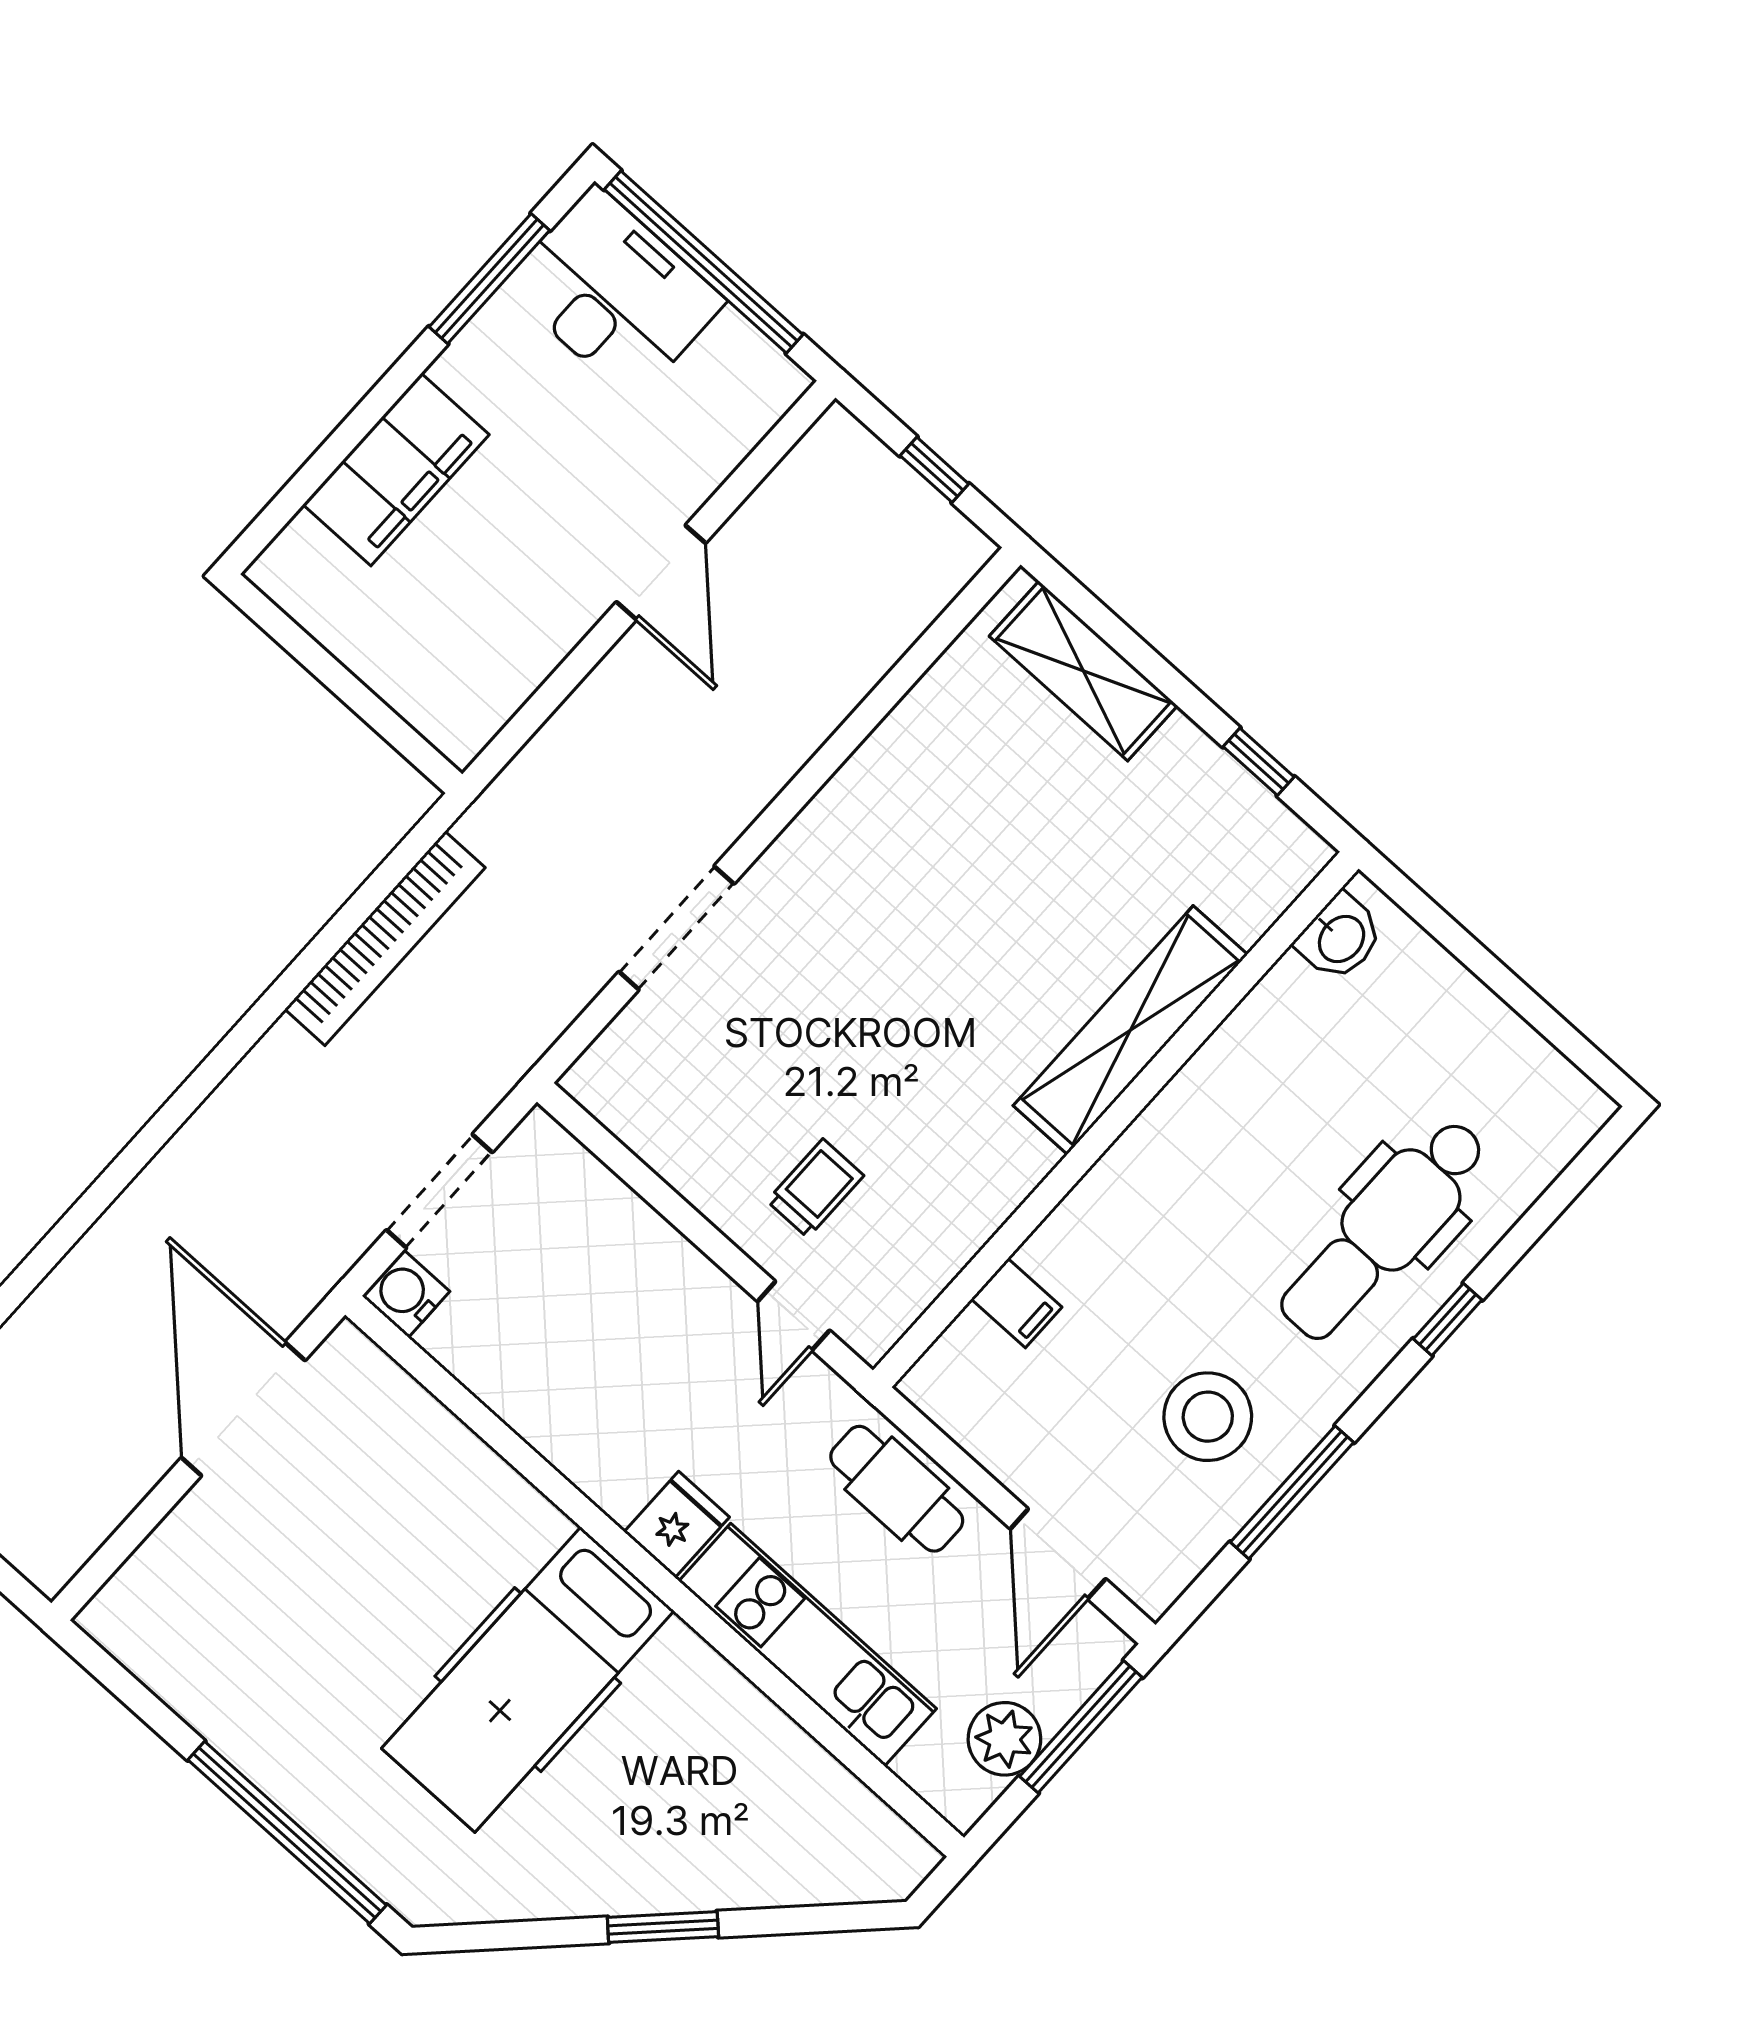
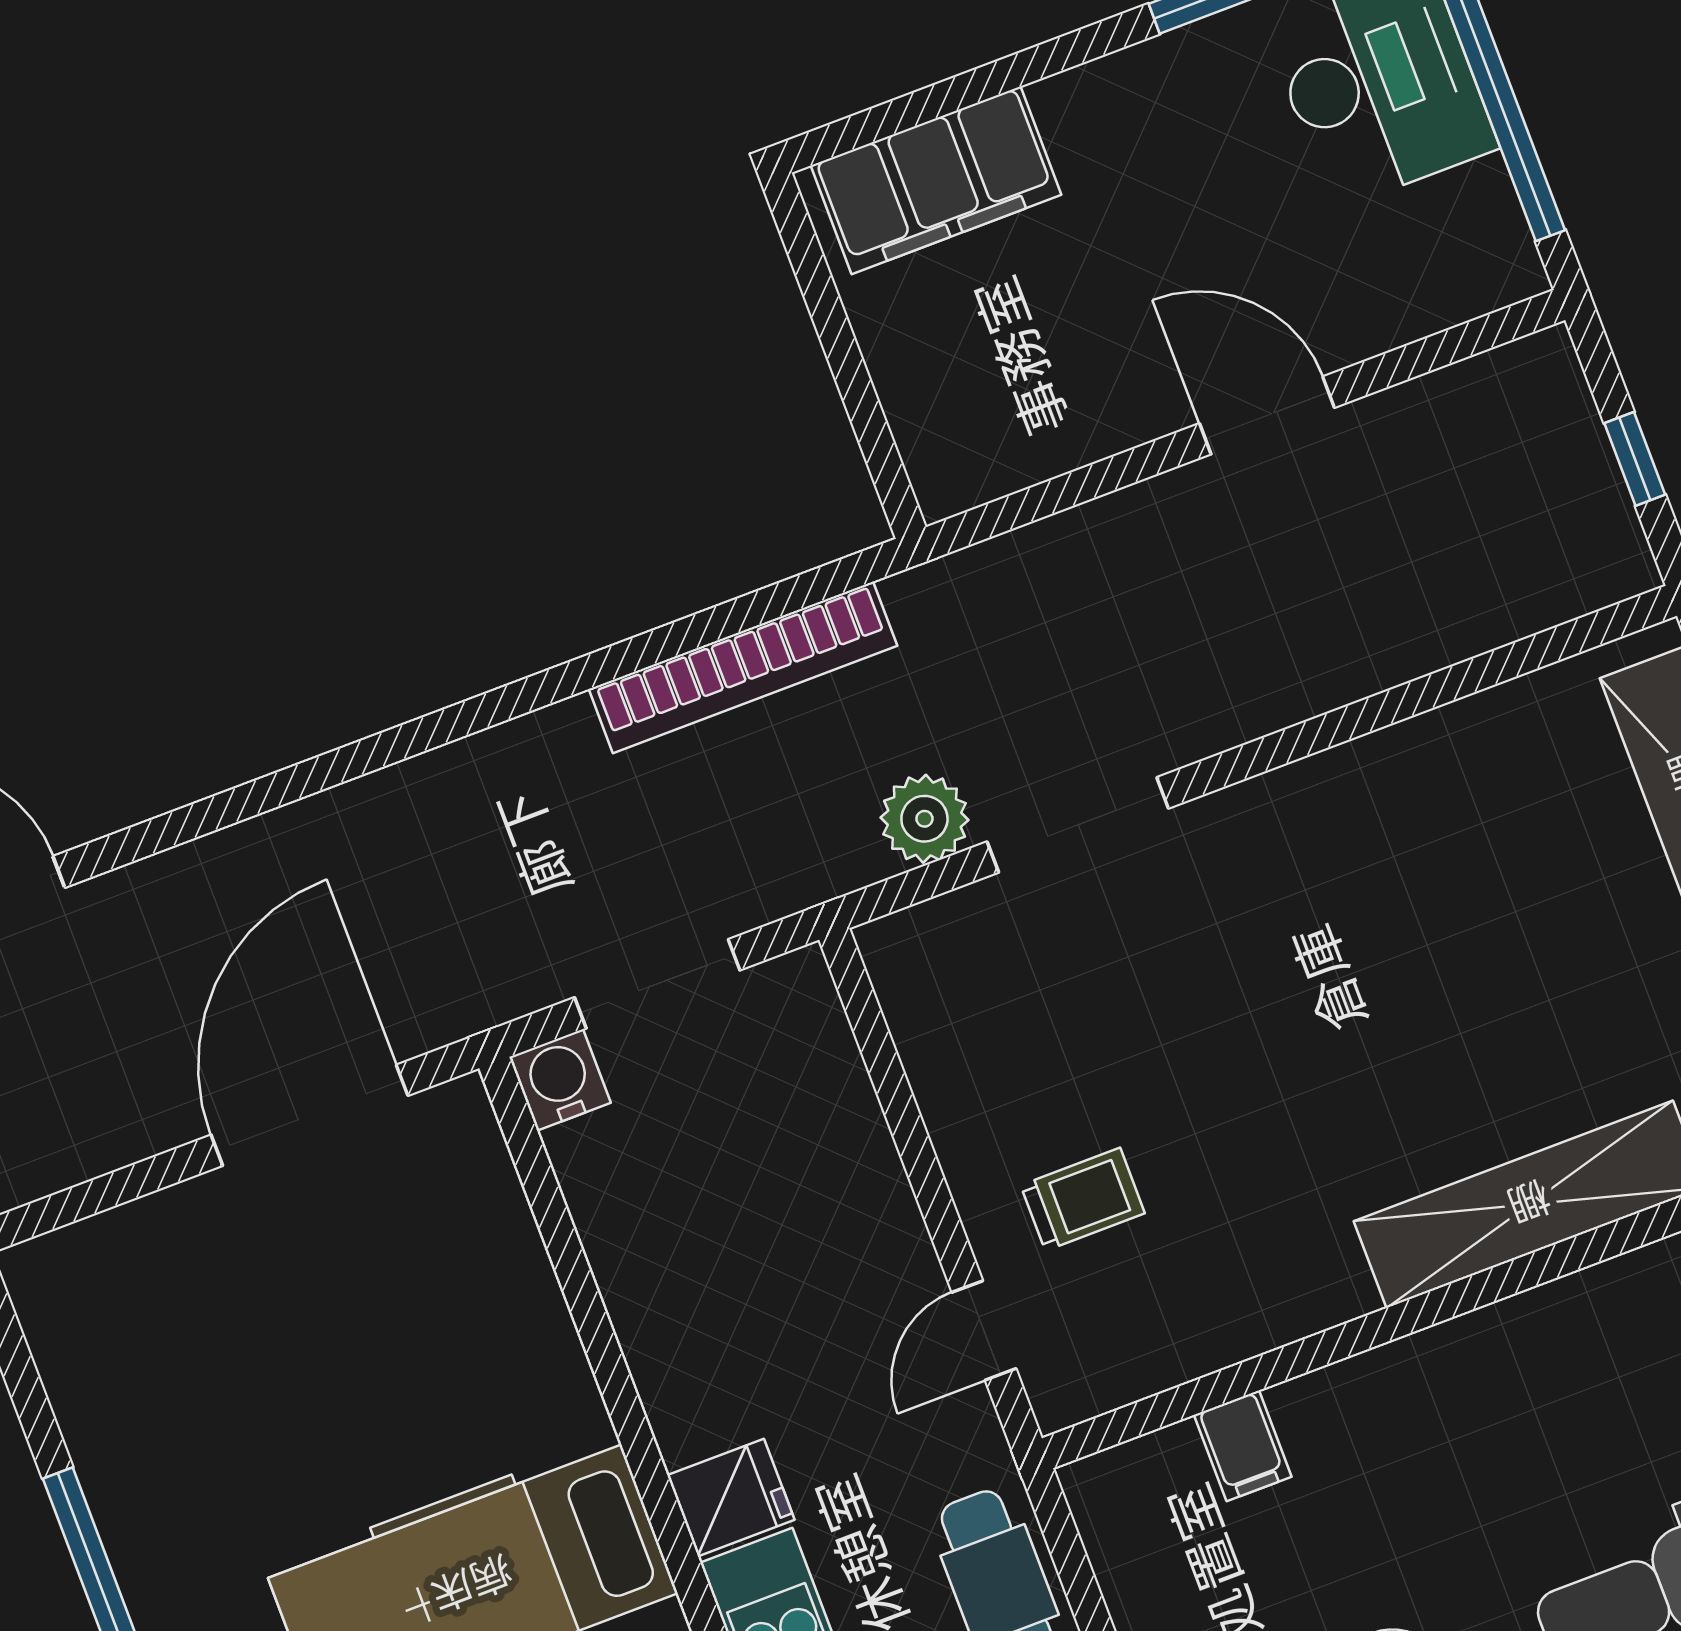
filing cabinet: (396, 470) -> (936, 180), moved
door: (661, 572) -> (1267, 415), swing flipped
plant: (567, 979) -> (924, 819), added

